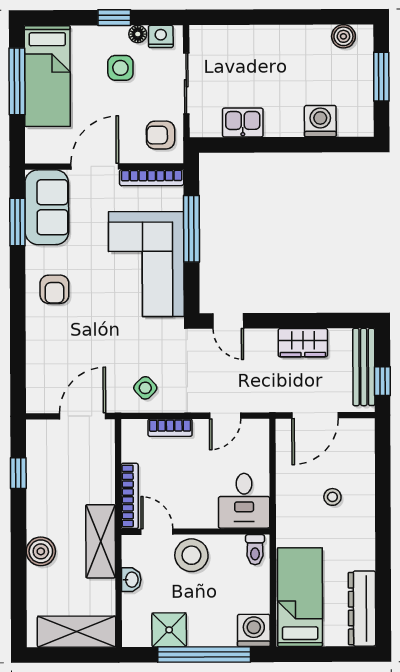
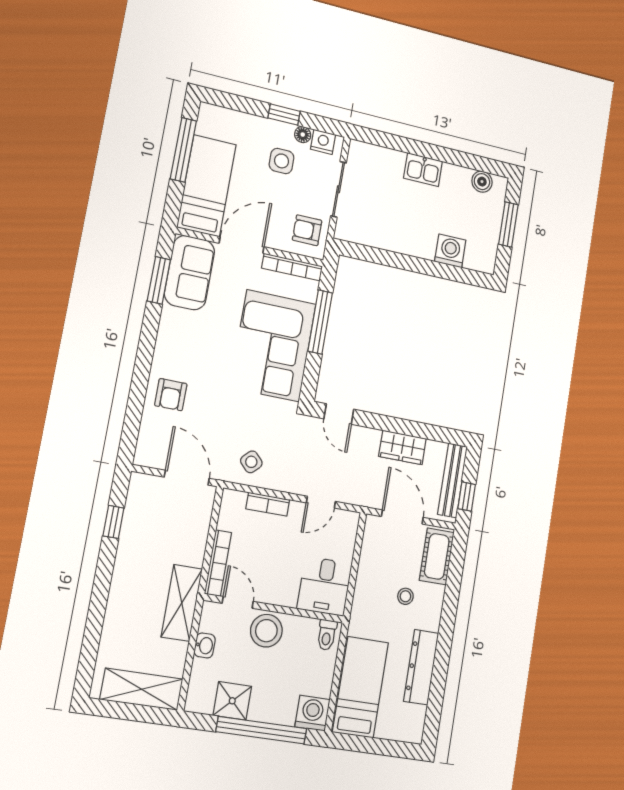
bed: (47, 76) -> (207, 186), moved, turned 180
kitchen sink: (243, 123) -> (423, 170), moved, turned 180
armchair: (54, 289) -> (171, 395), moved
door: (315, 415) -> (402, 517), swing flipped
door: (83, 416) -> (187, 478), hinge flipped
cot: (360, 450) -> (437, 556), added
boiler: (41, 551) -> (121, 603), removed
dresser: (362, 609) -> (421, 667), moved

